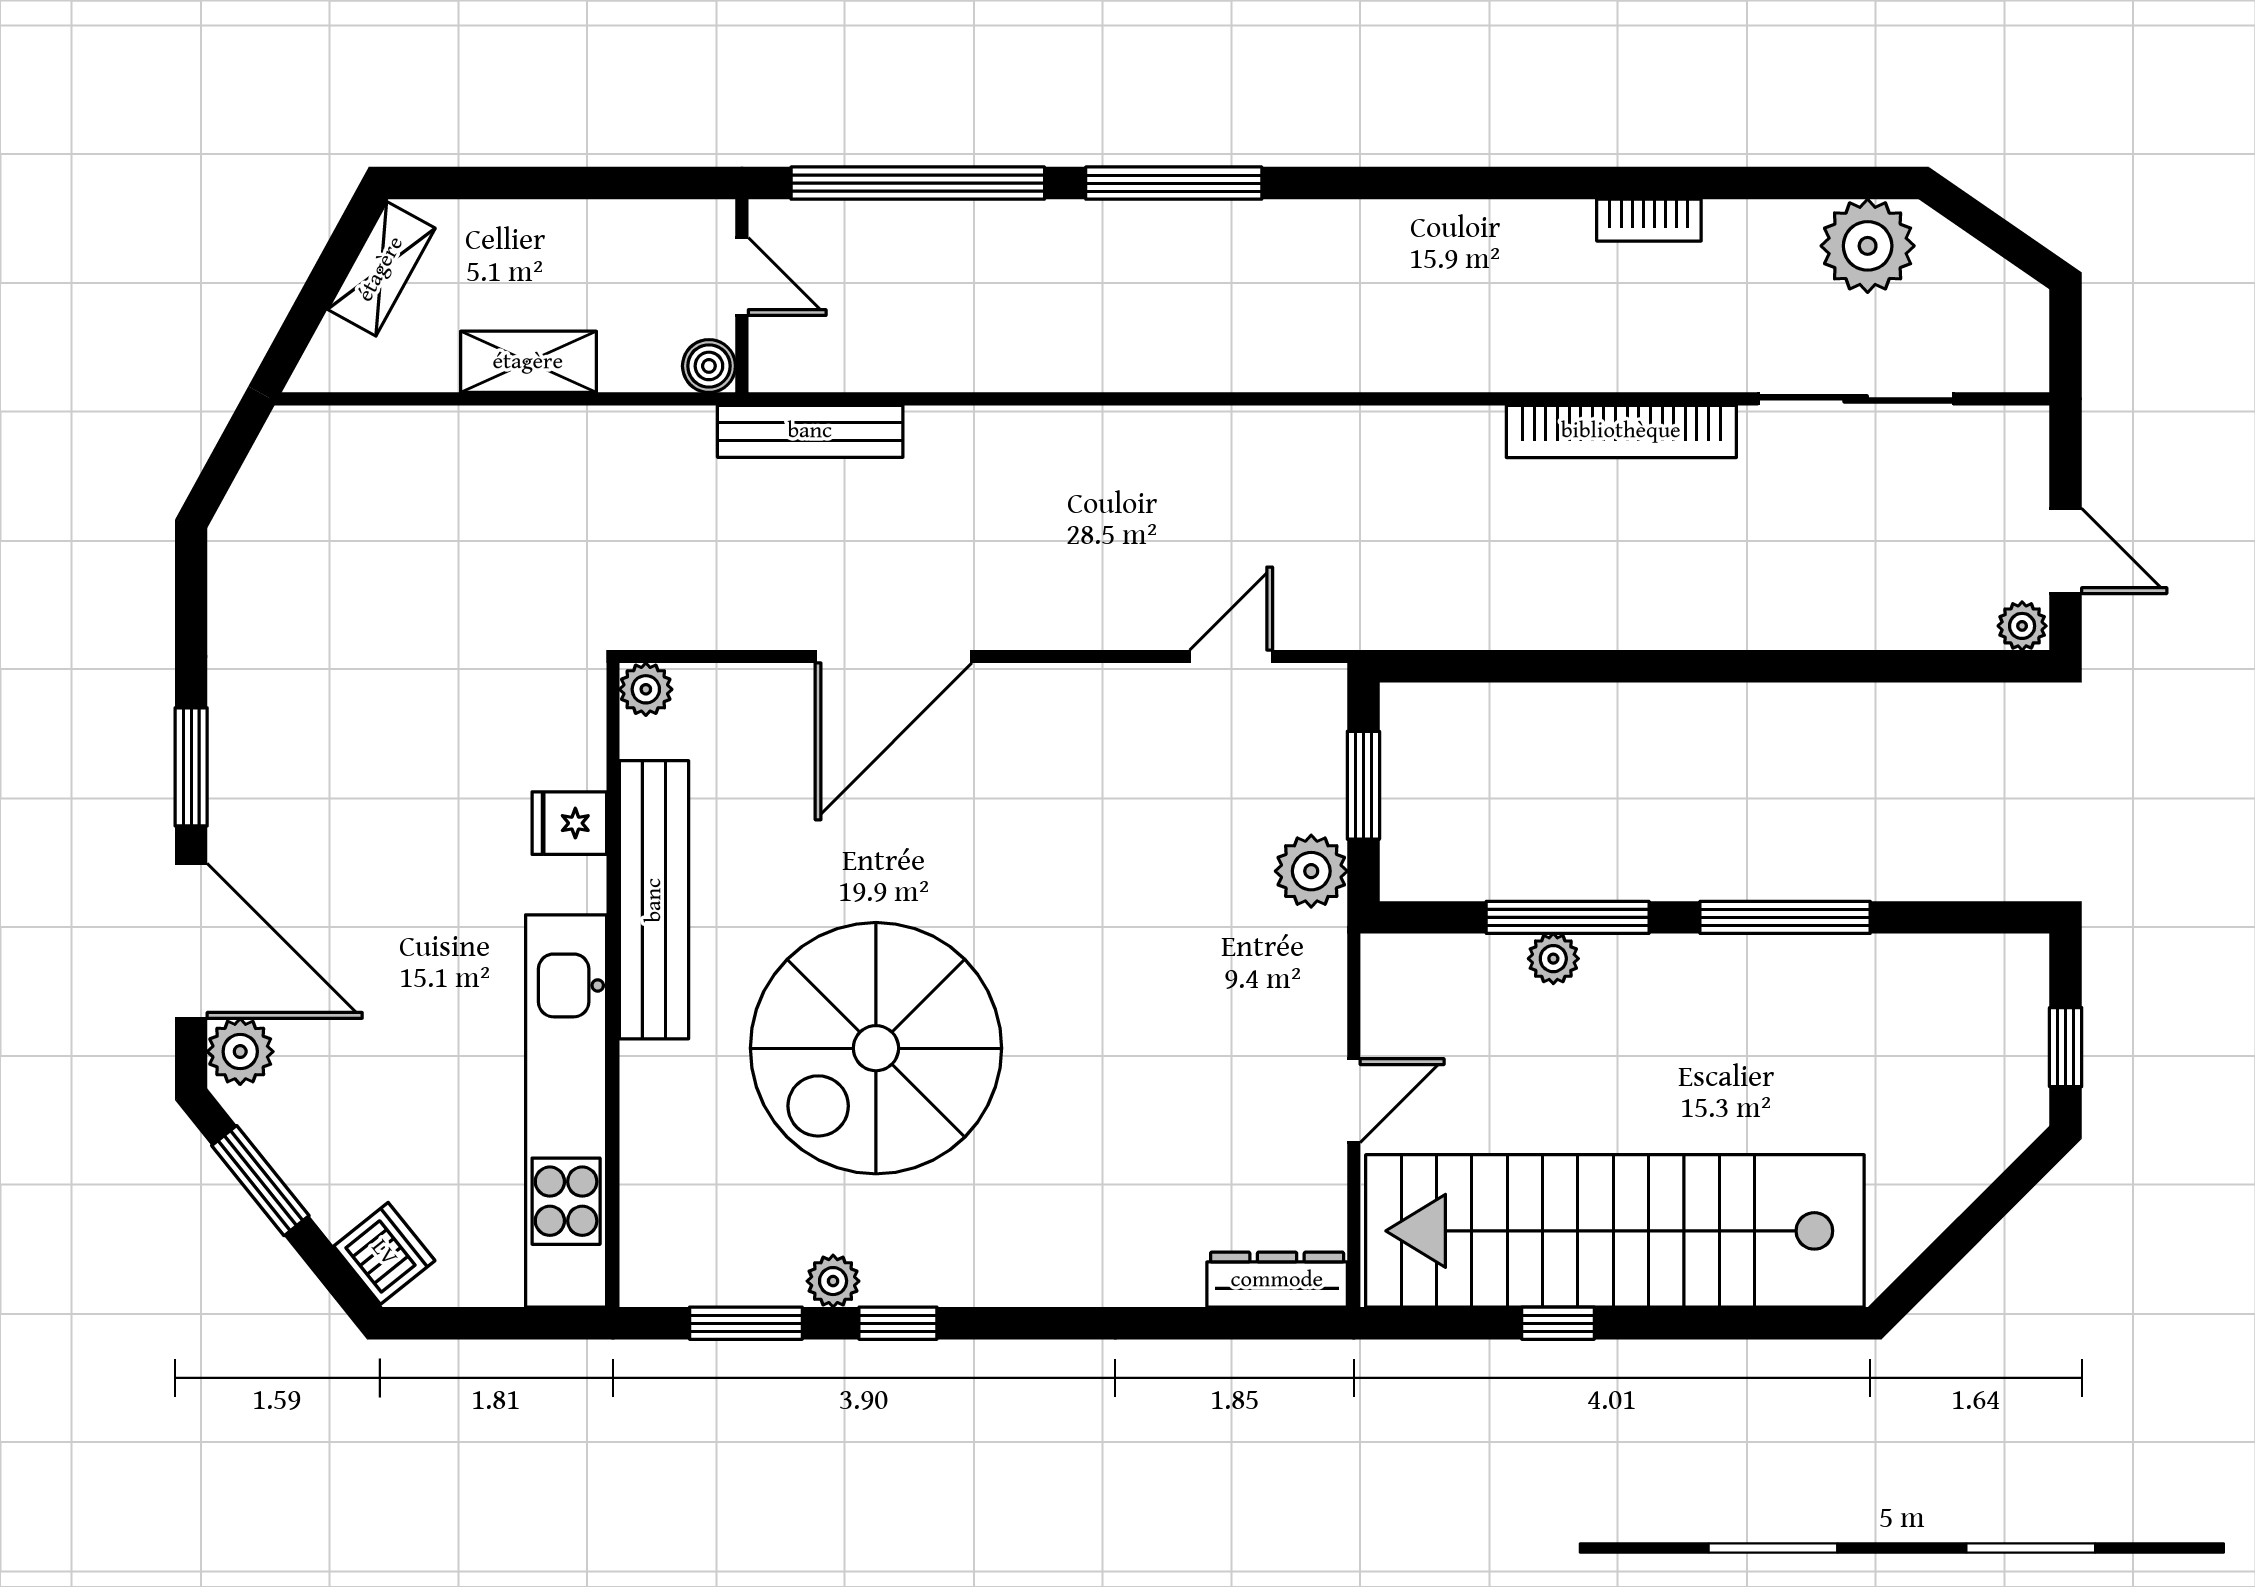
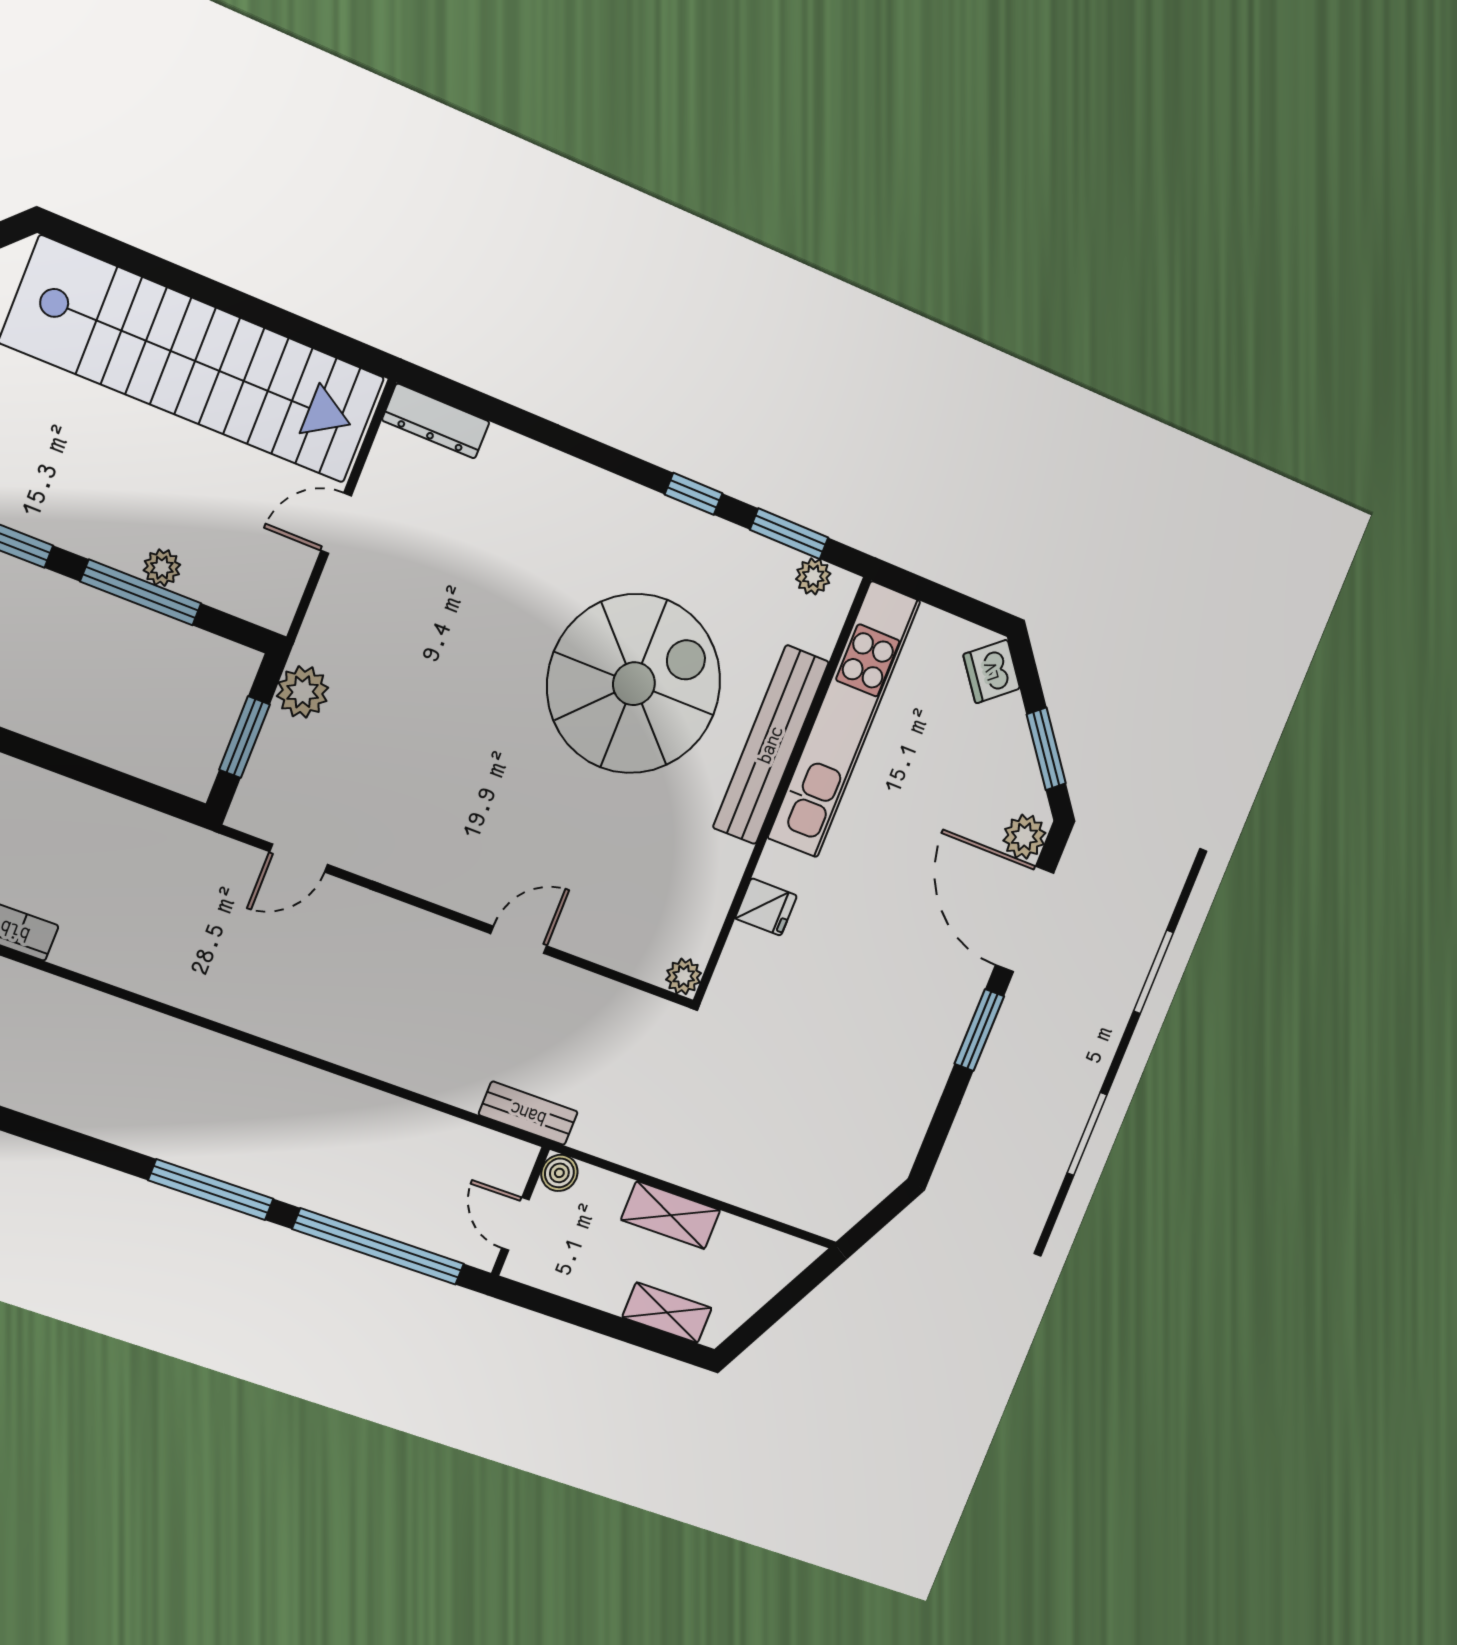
shelving: (381, 269) -> (667, 1313), moved, turned 61
bench: (810, 431) -> (528, 1113), width x0.73
door: (894, 657) -> (519, 940), width x0.53
bench: (654, 900) -> (771, 745), moved
plant: (833, 1281) -> (813, 576), moved
window: (1558, 1323) -> (258, 312), removed

